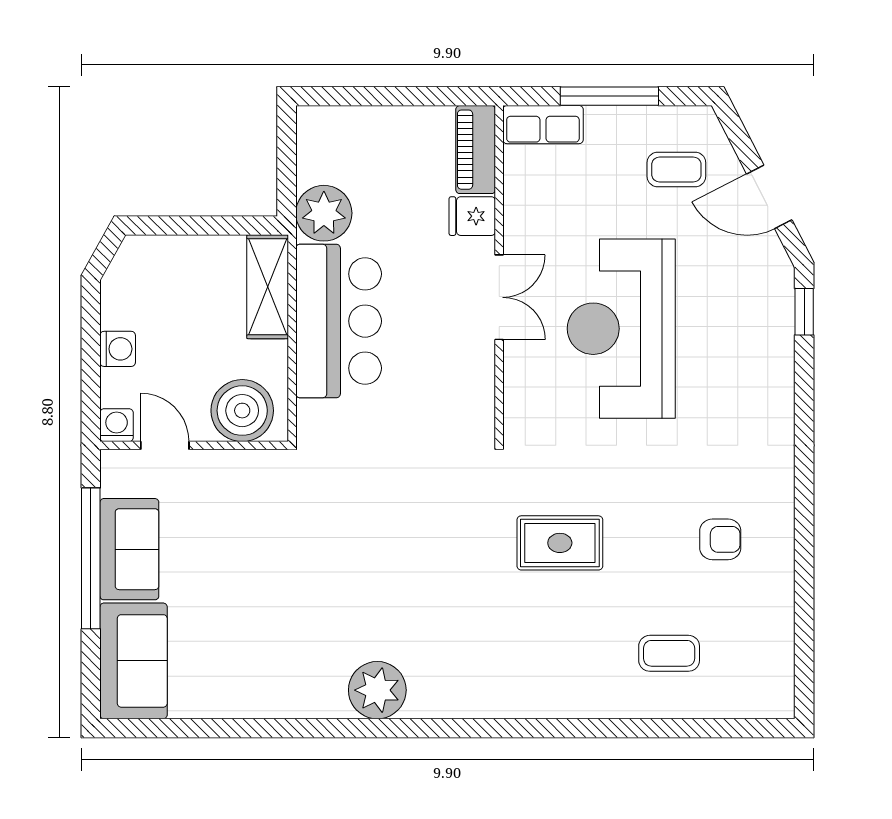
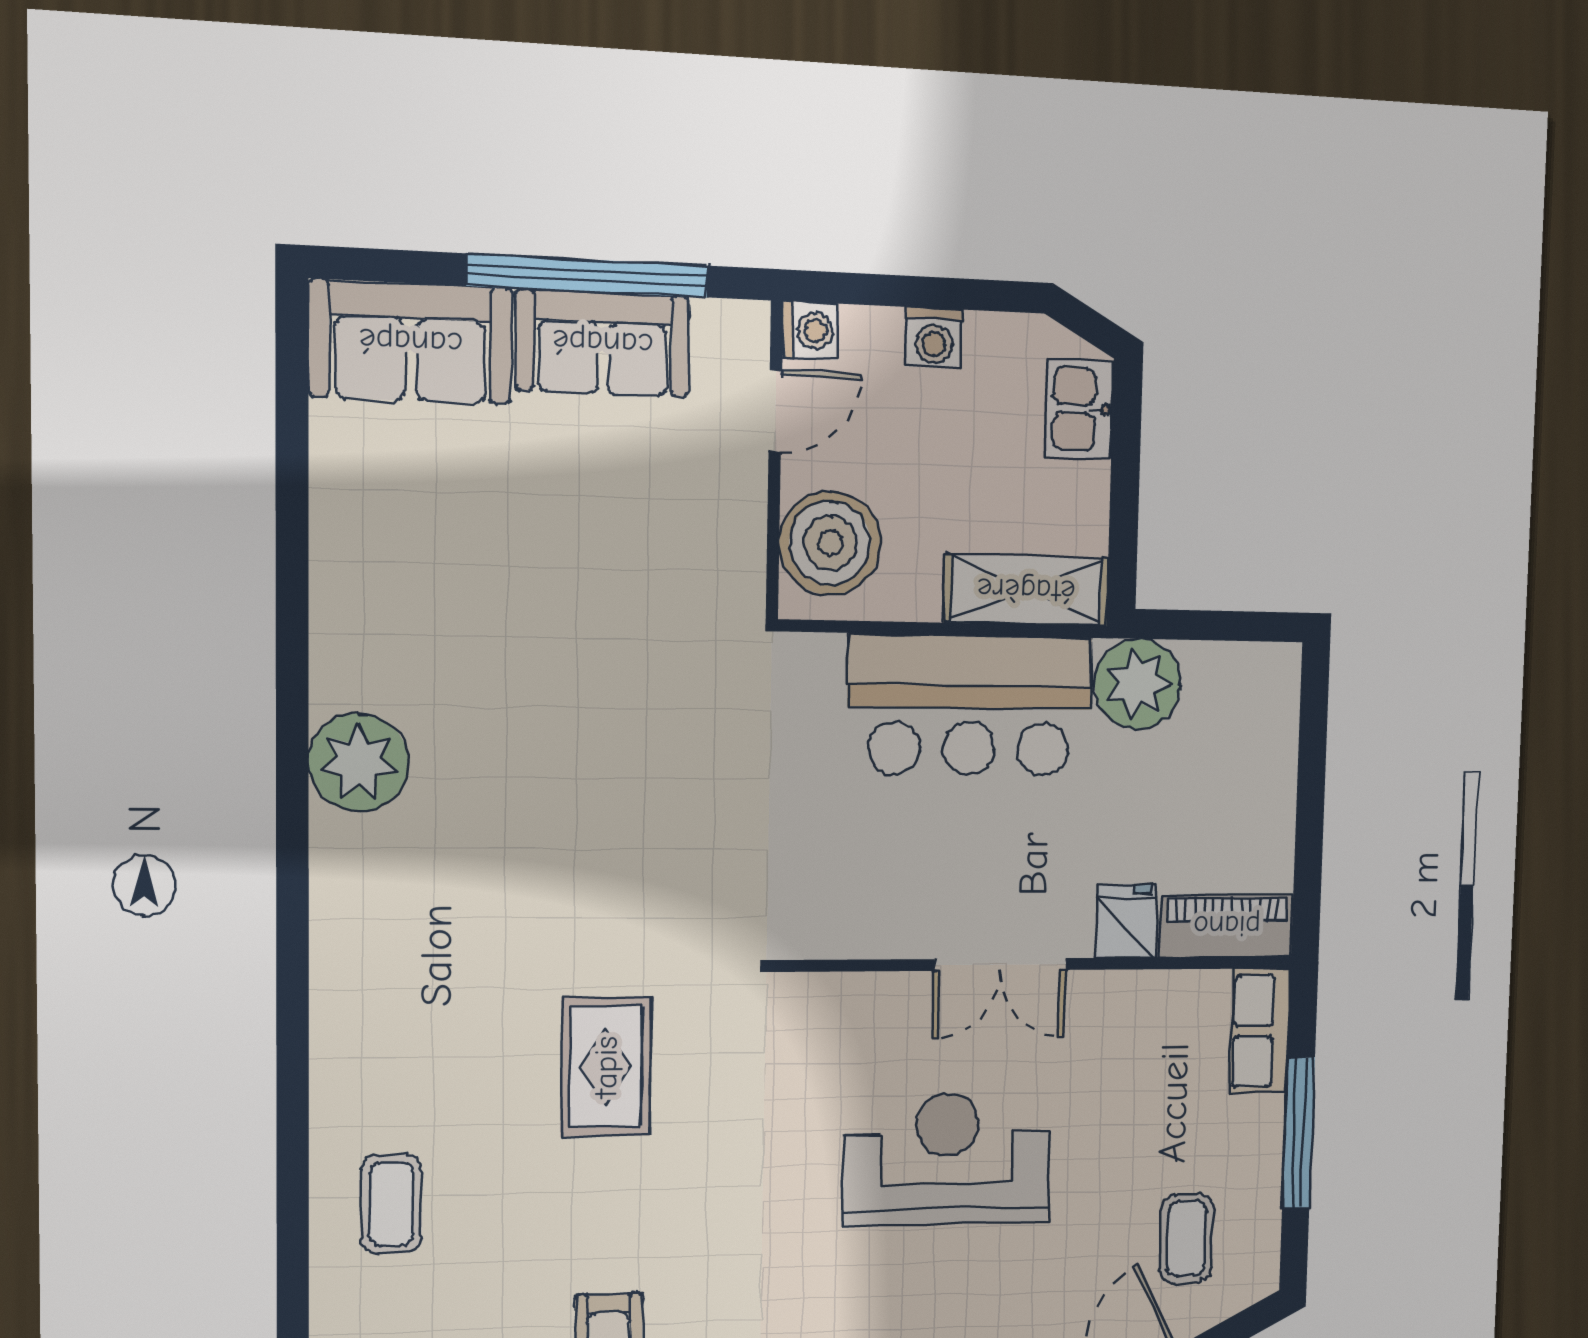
kitchen sink: (156, 256) -> (1079, 409), added
reception desk: (621, 329) -> (947, 1159), width x0.74, depth x0.77
coffee table: (669, 653) -> (391, 1204), moved

